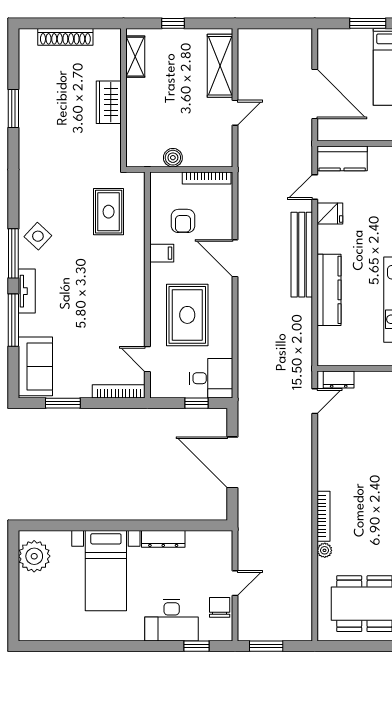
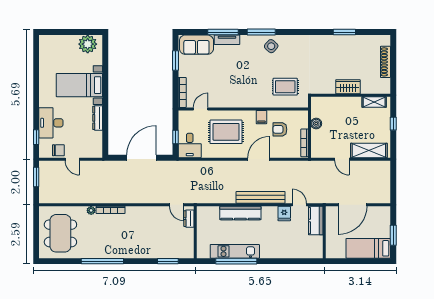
tv unit: (27, 291) -> (227, 40), moved

